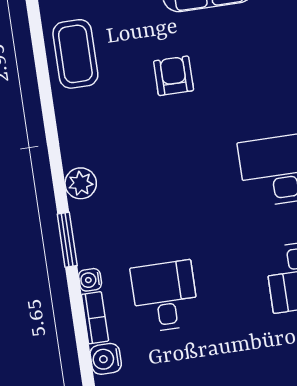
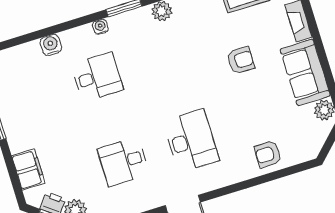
bookcase: (95, 318) -> (76, 34), removed

